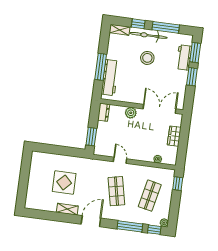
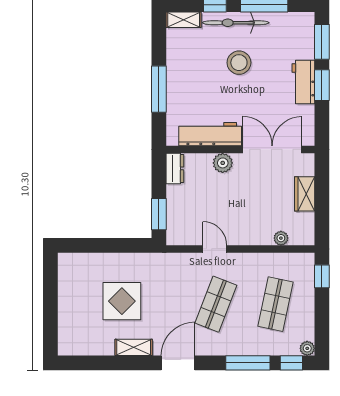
workbench: (184, 57) -> (303, 82), moved
workbench: (110, 78) -> (210, 134), moved, turned -90
shop shelf: (116, 191) -> (216, 304), turned 33

